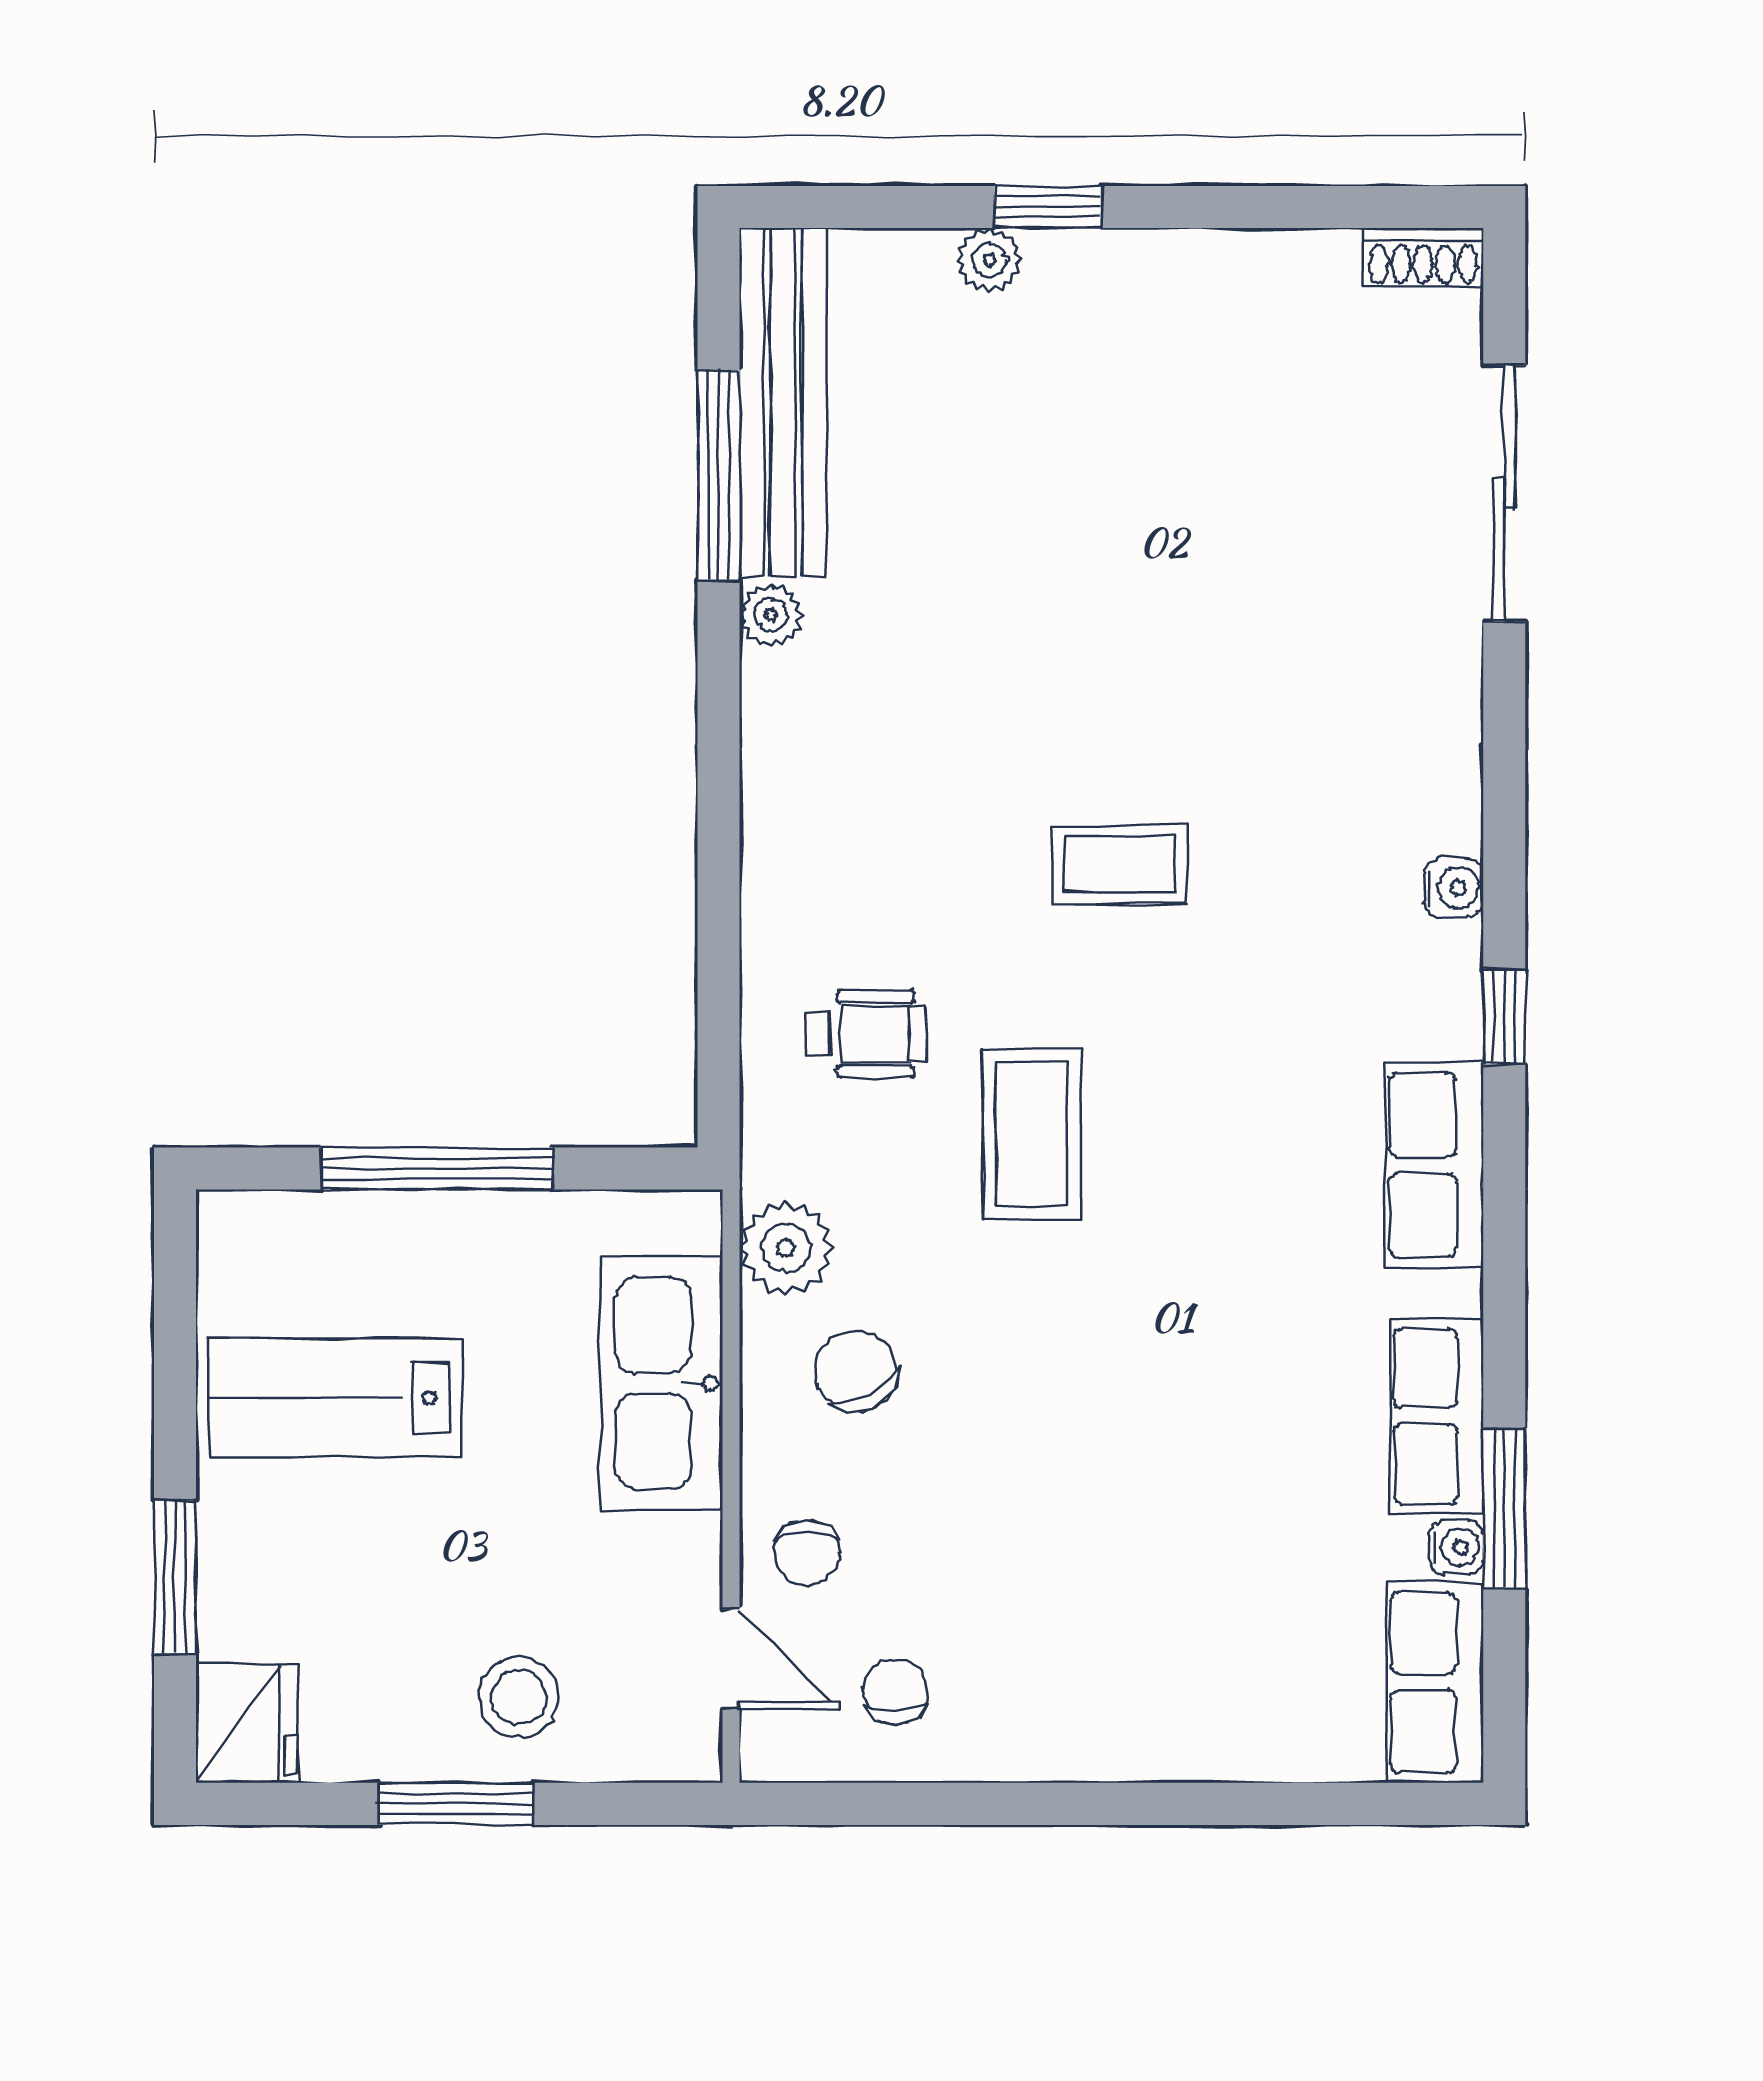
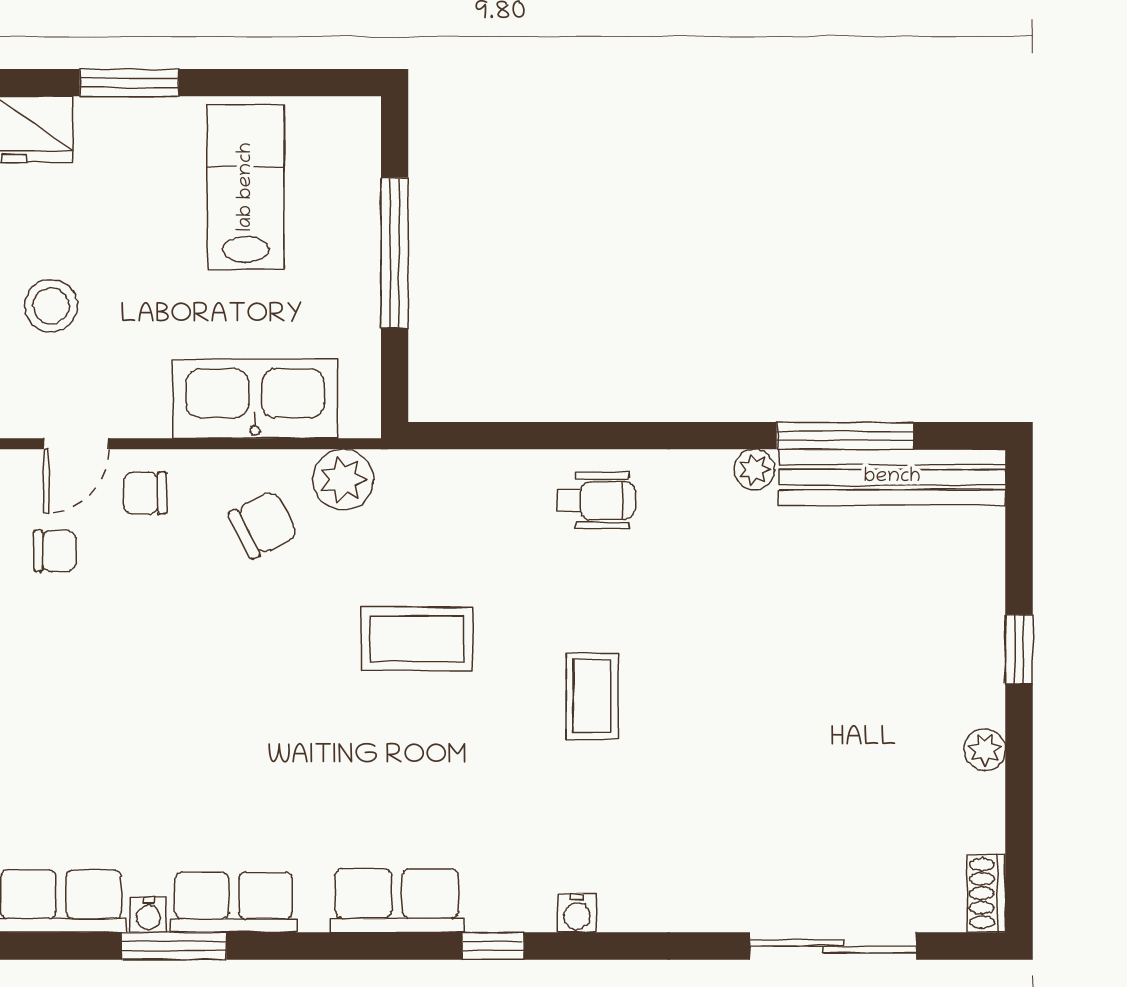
plant: (989, 260) -> (985, 750), moved
wheelchair: (866, 1034) -> (596, 500), moved, turned -90

